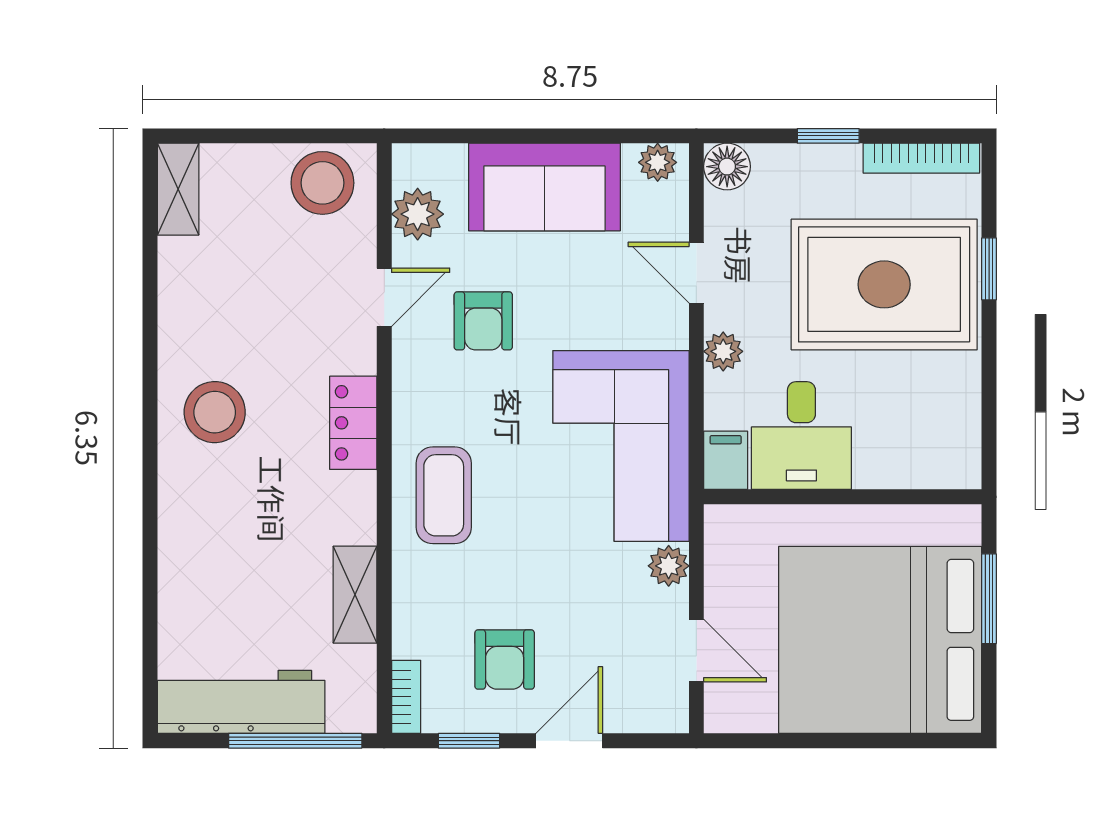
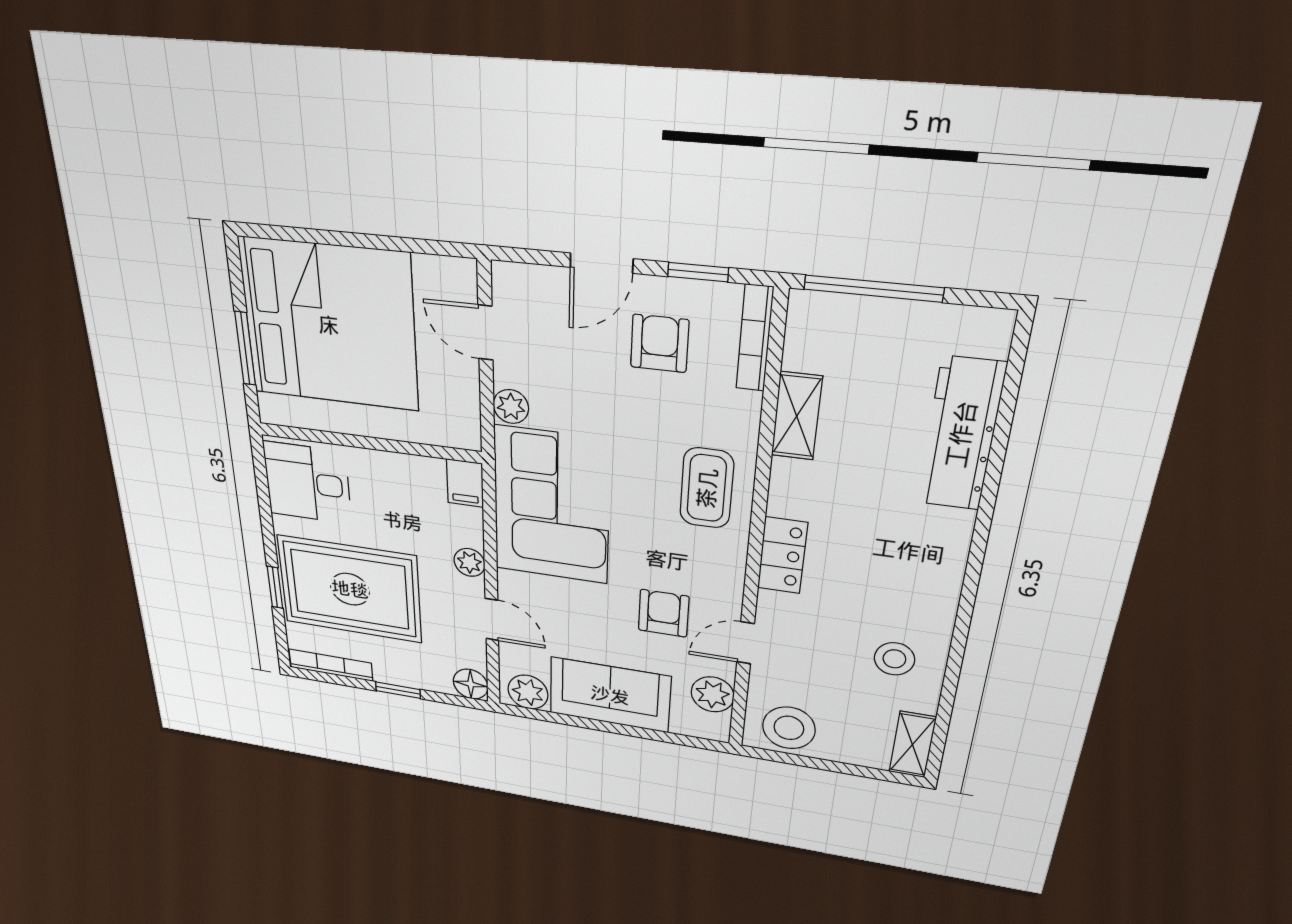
plant: (658, 162) -> (528, 692), width x1.38, depth x1.38
stool: (215, 412) -> (894, 659), moved, width x0.73, depth x0.73
desk: (801, 436) -> (307, 483), moved, turned -90
bookcase: (406, 697) -> (755, 338), width x1.56
workbench: (241, 702) -> (961, 434), moved, turned 90

